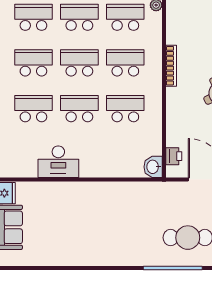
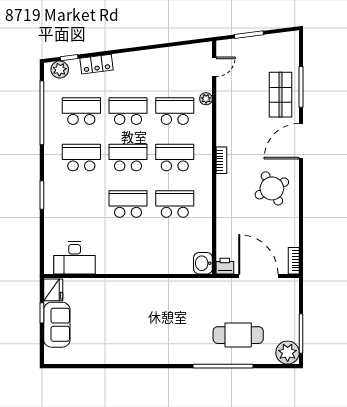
bookcase: (171, 66) -> (221, 160), width x0.64
school desk: (33, 109) -> (81, 204), removed
printer: (174, 156) -> (225, 266), moved, turned -90
desk: (58, 162) -> (75, 258), moved

